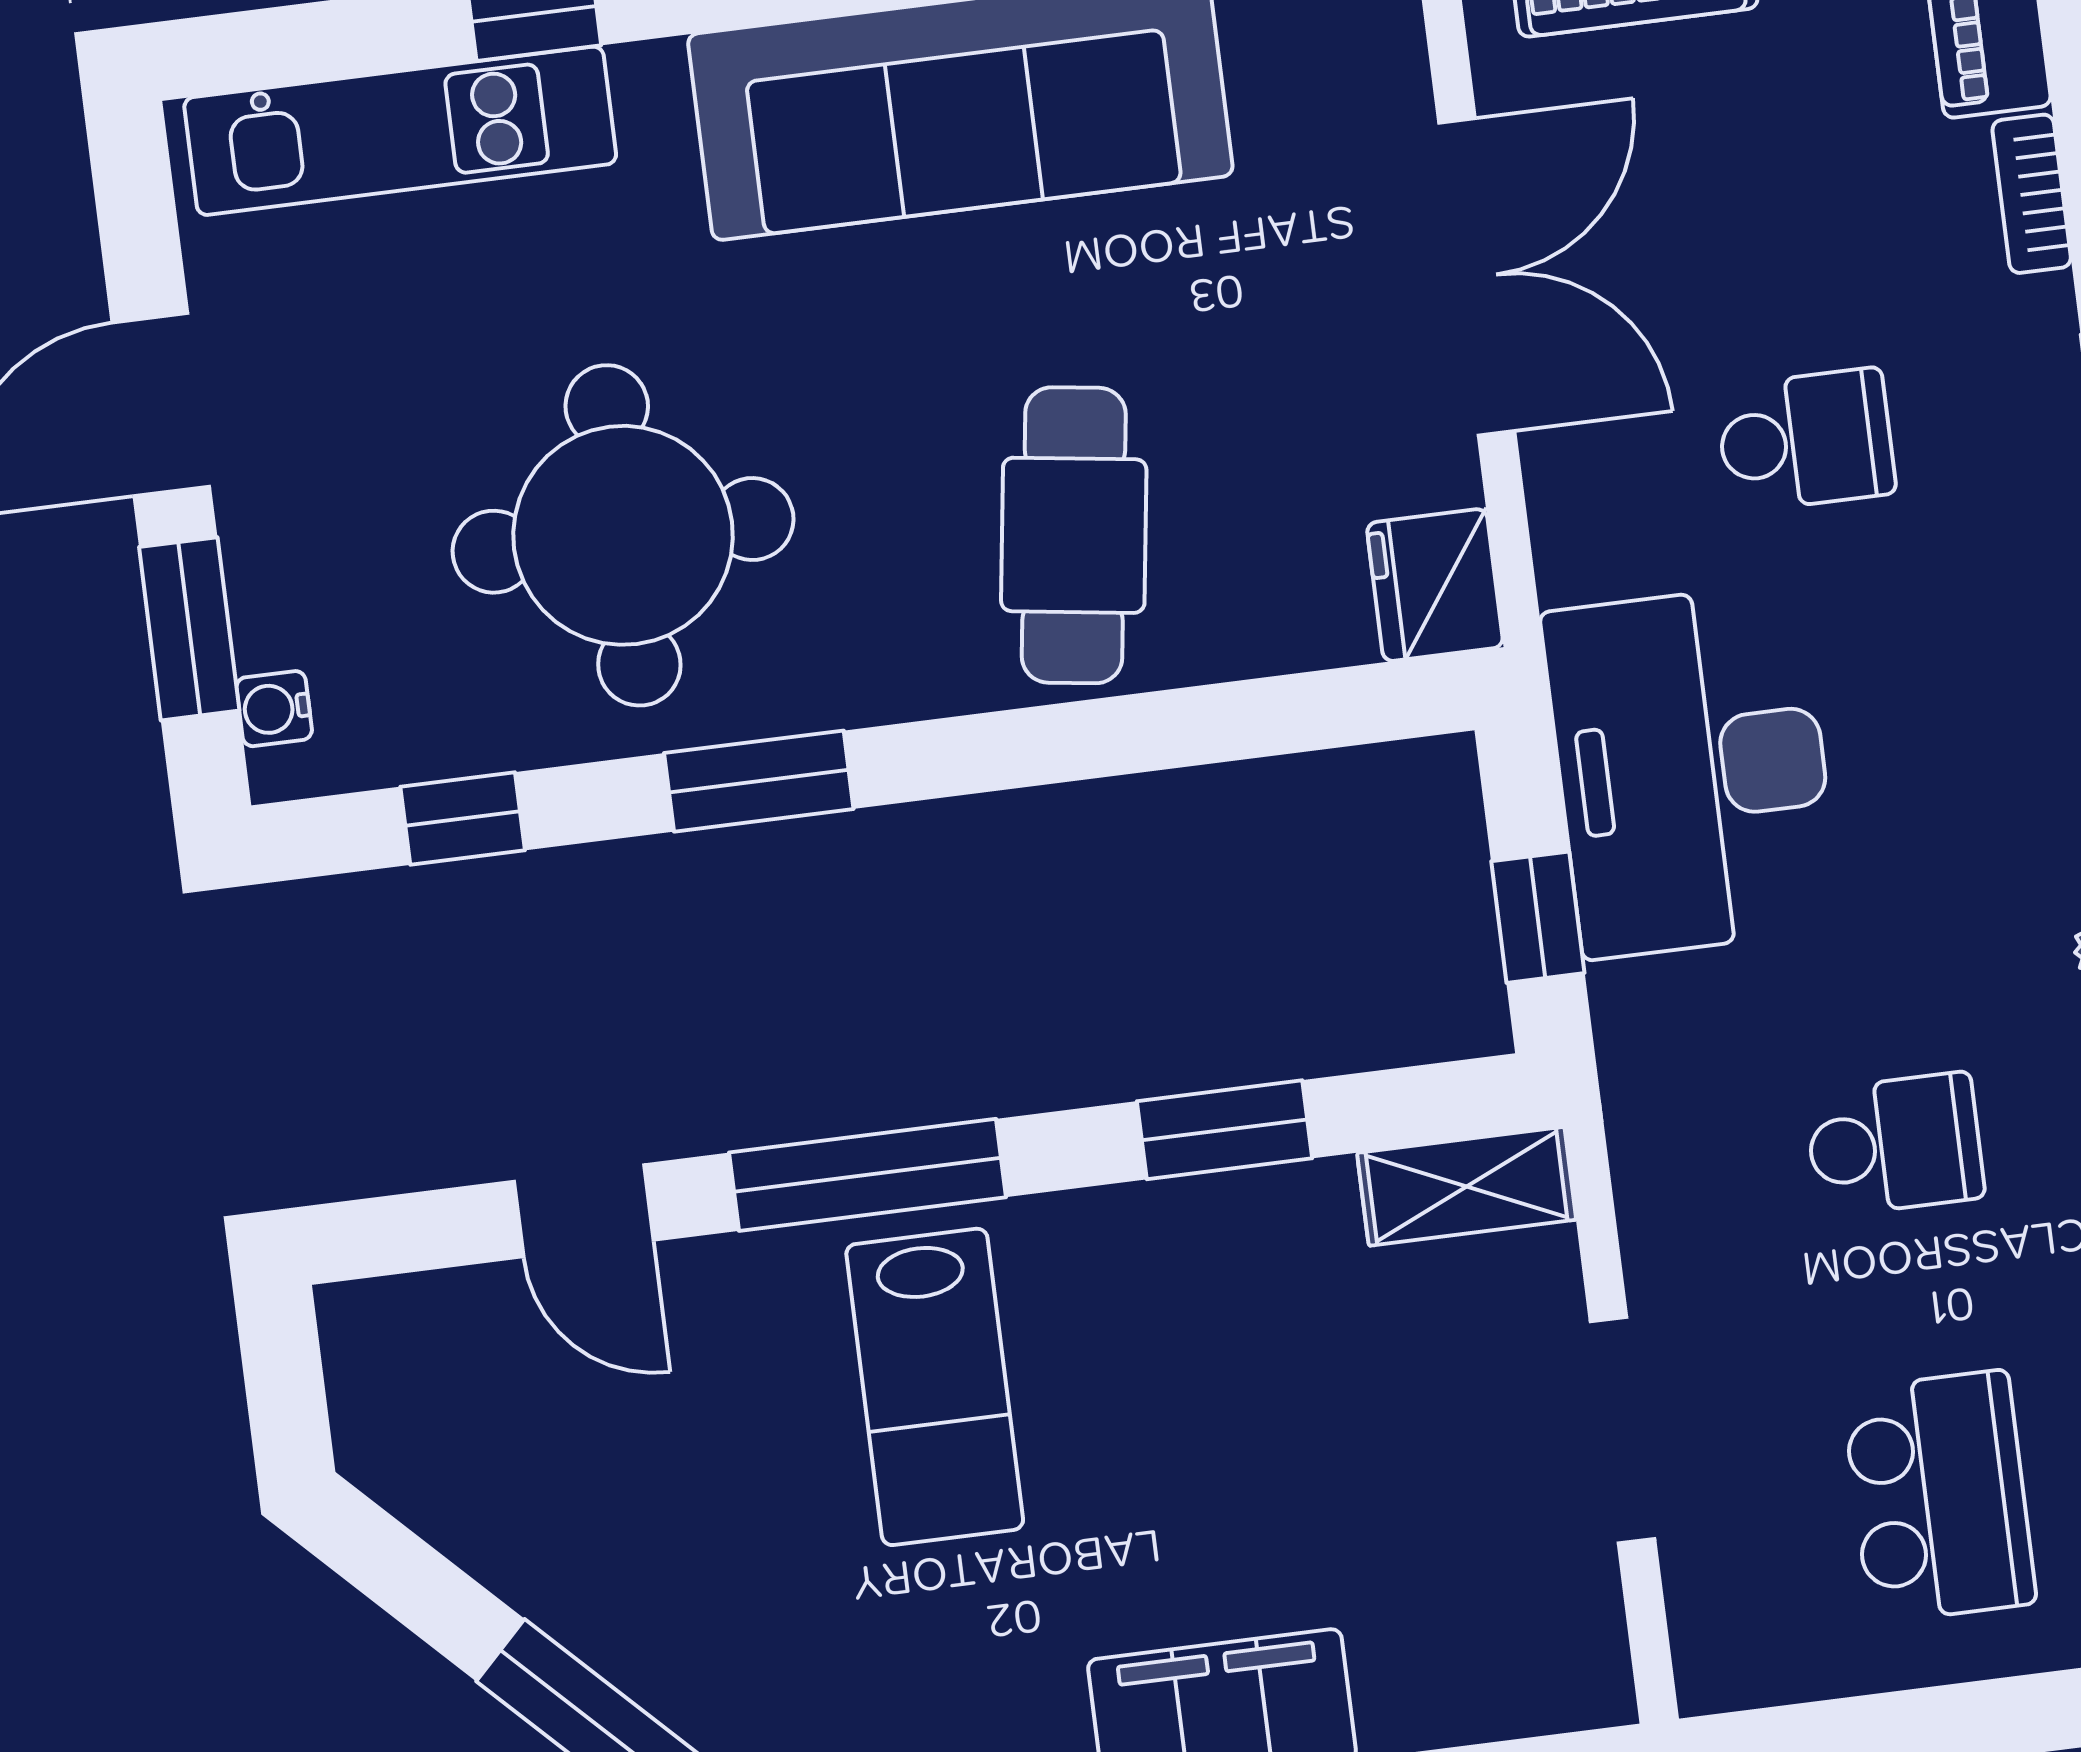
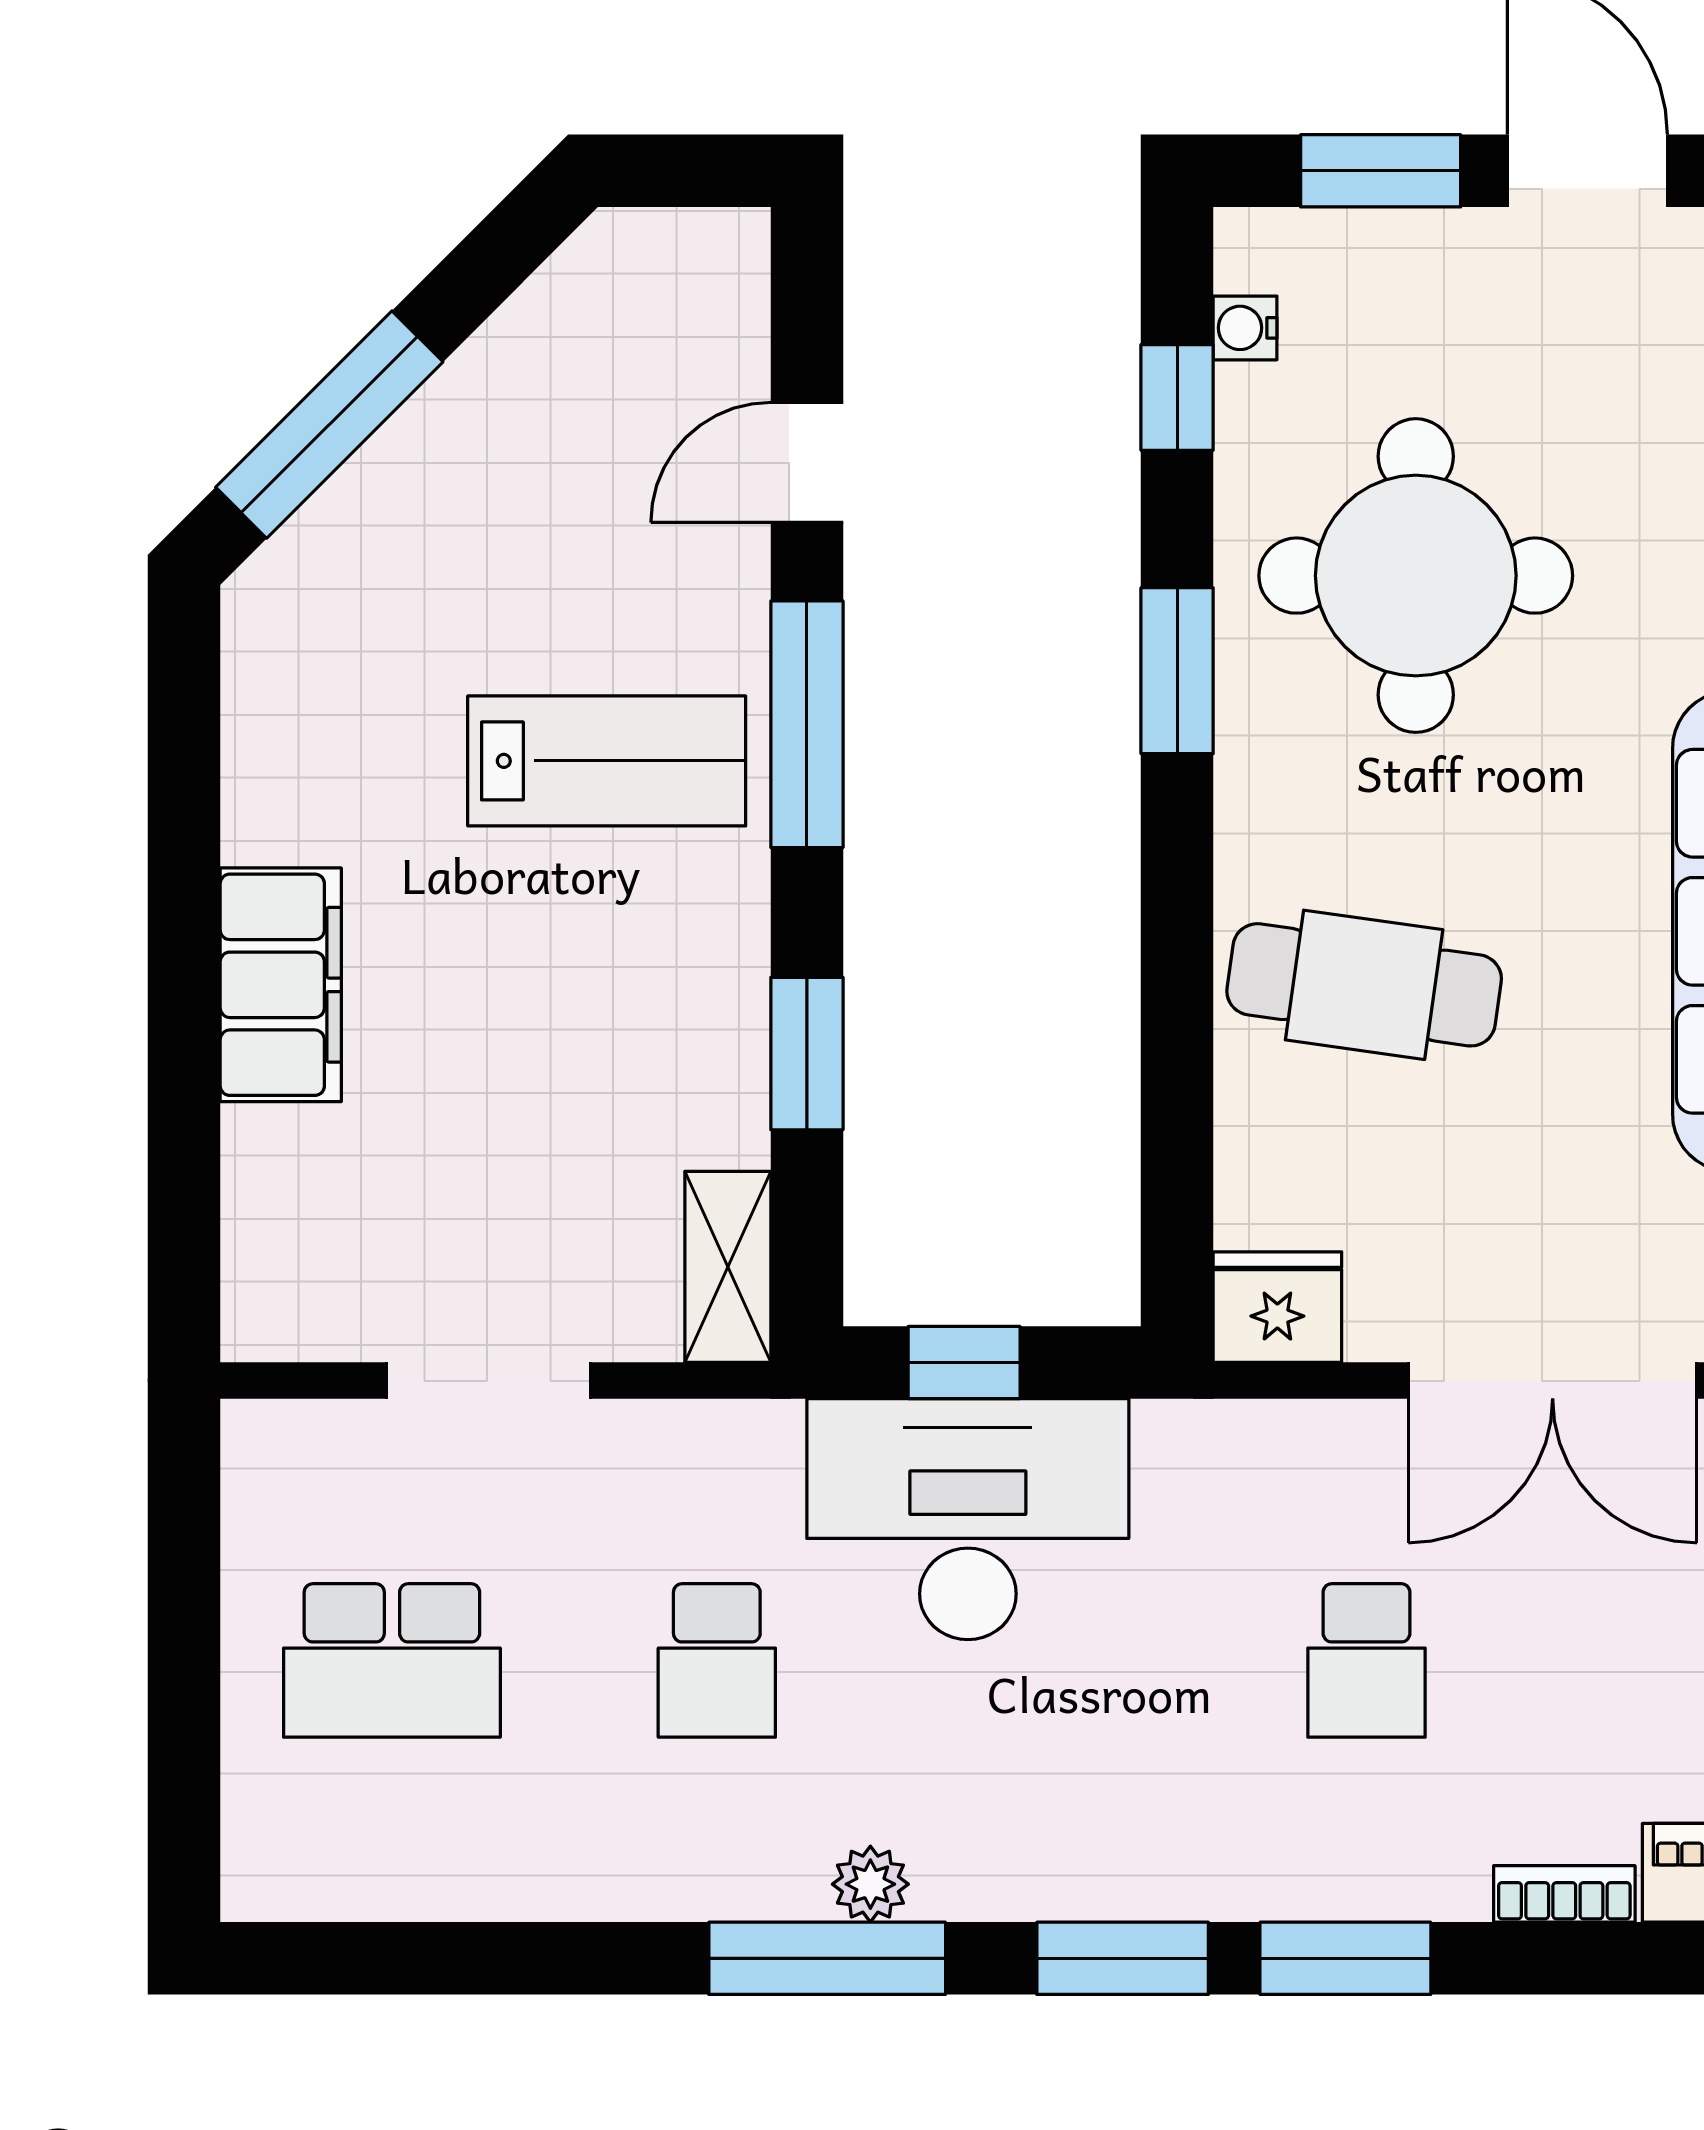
water cooler: (274, 709) -> (1245, 328), moved, turned -90
desk: (1692, 771) -> (968, 1519), moved
lab bench: (935, 1387) -> (607, 761), turned 180

